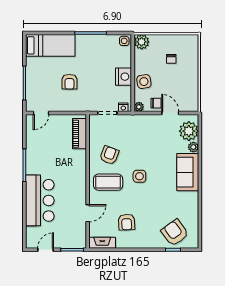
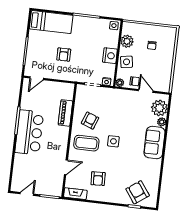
plant: (142, 42) -> (127, 41), moved
piano: (79, 134) -> (65, 113), moved
bar counter: (40, 200) -> (29, 132), moved

